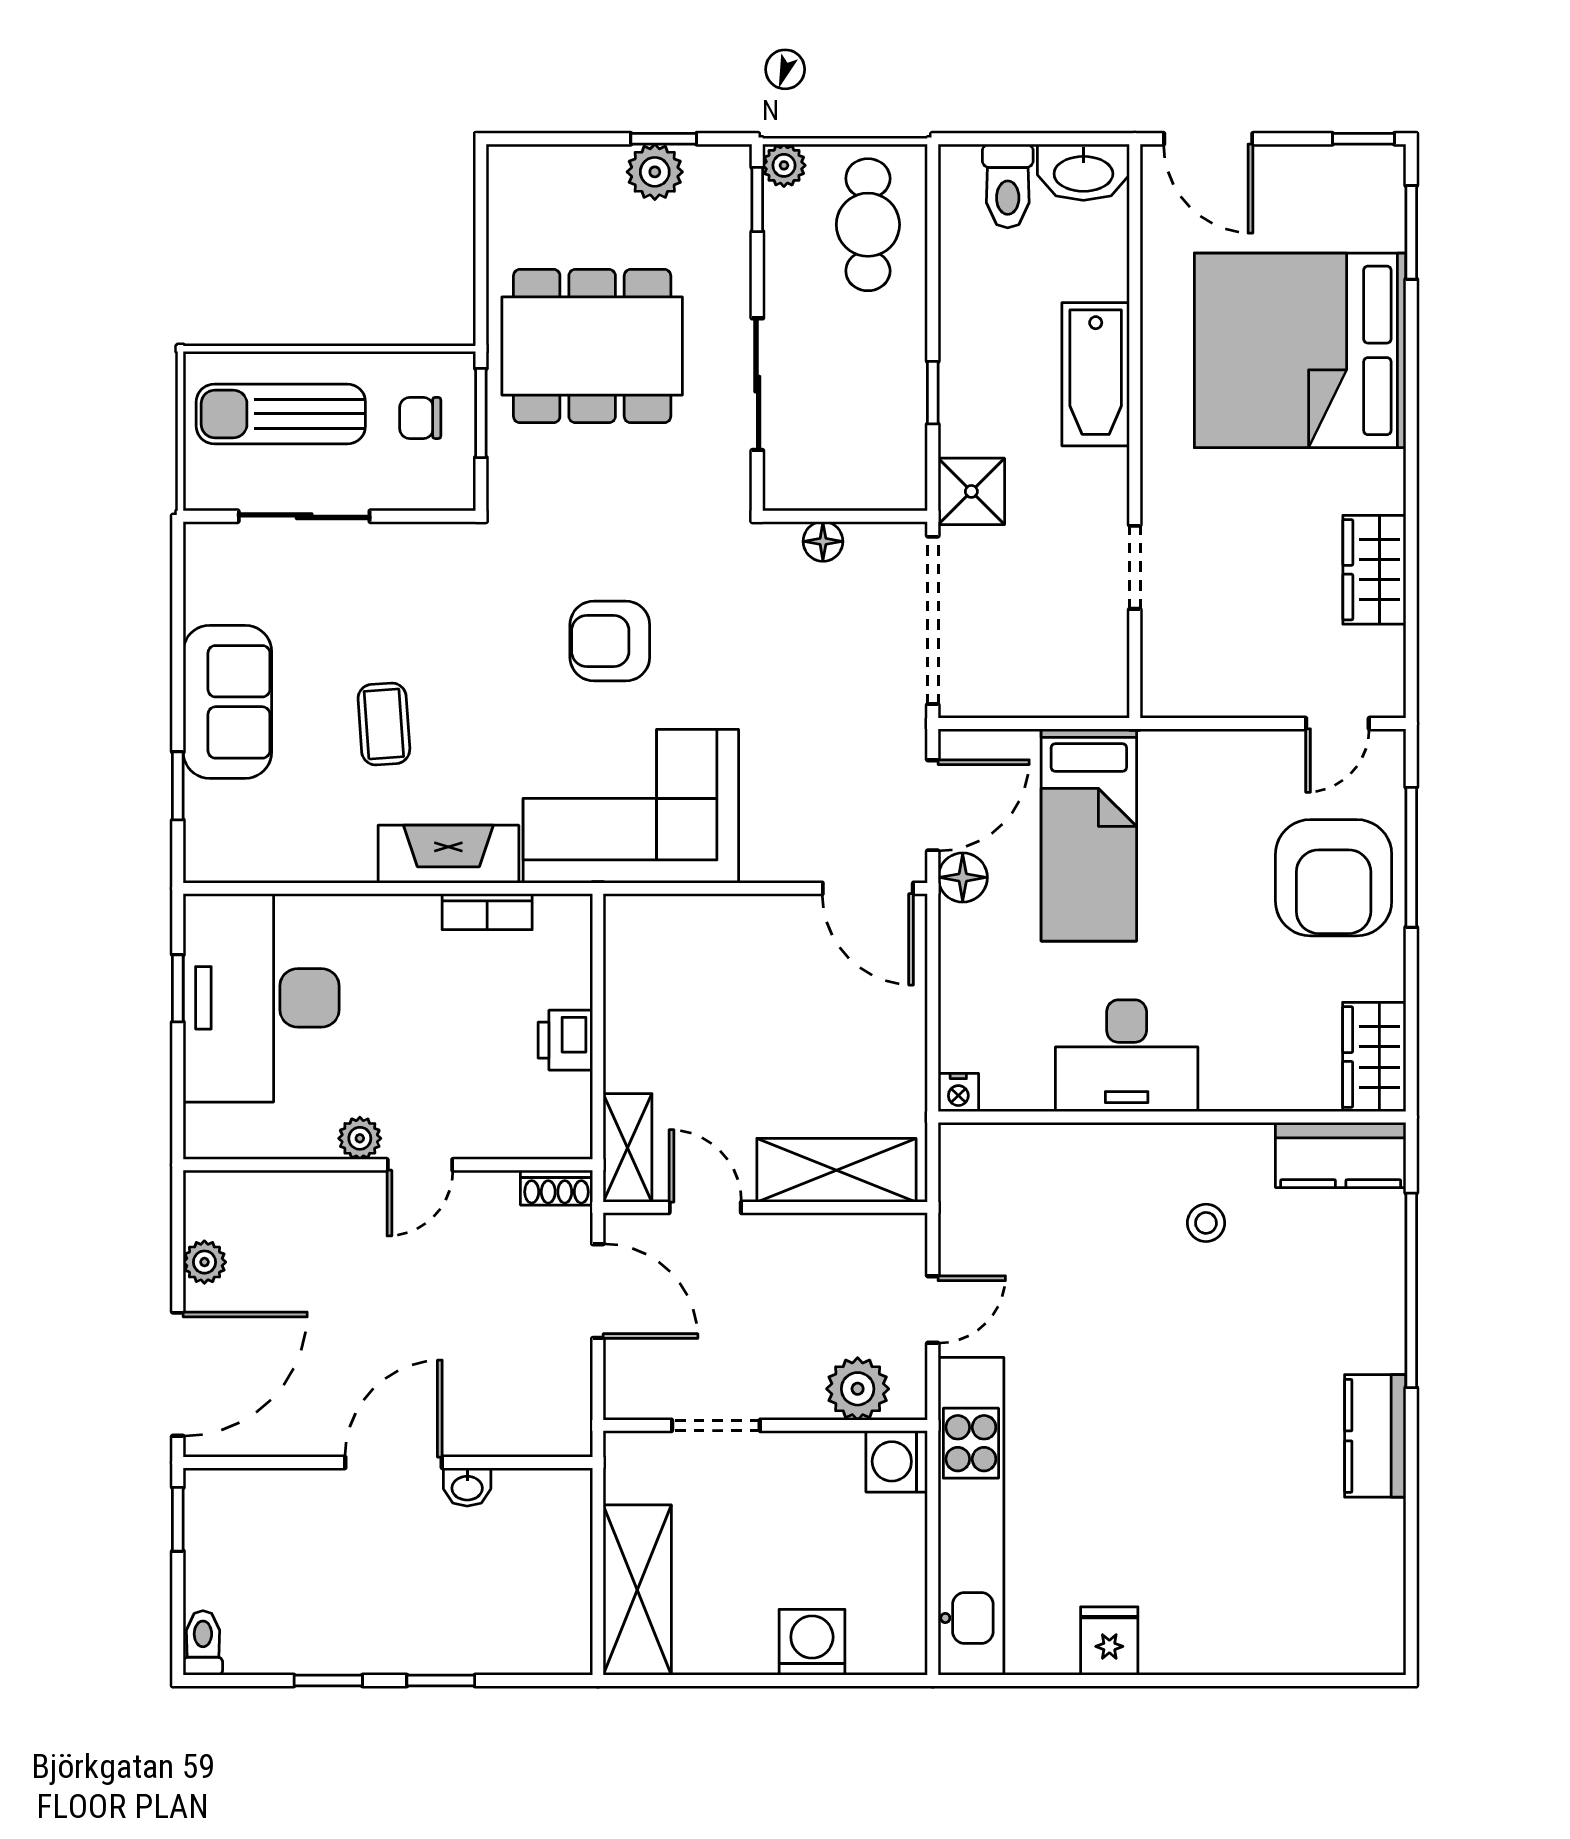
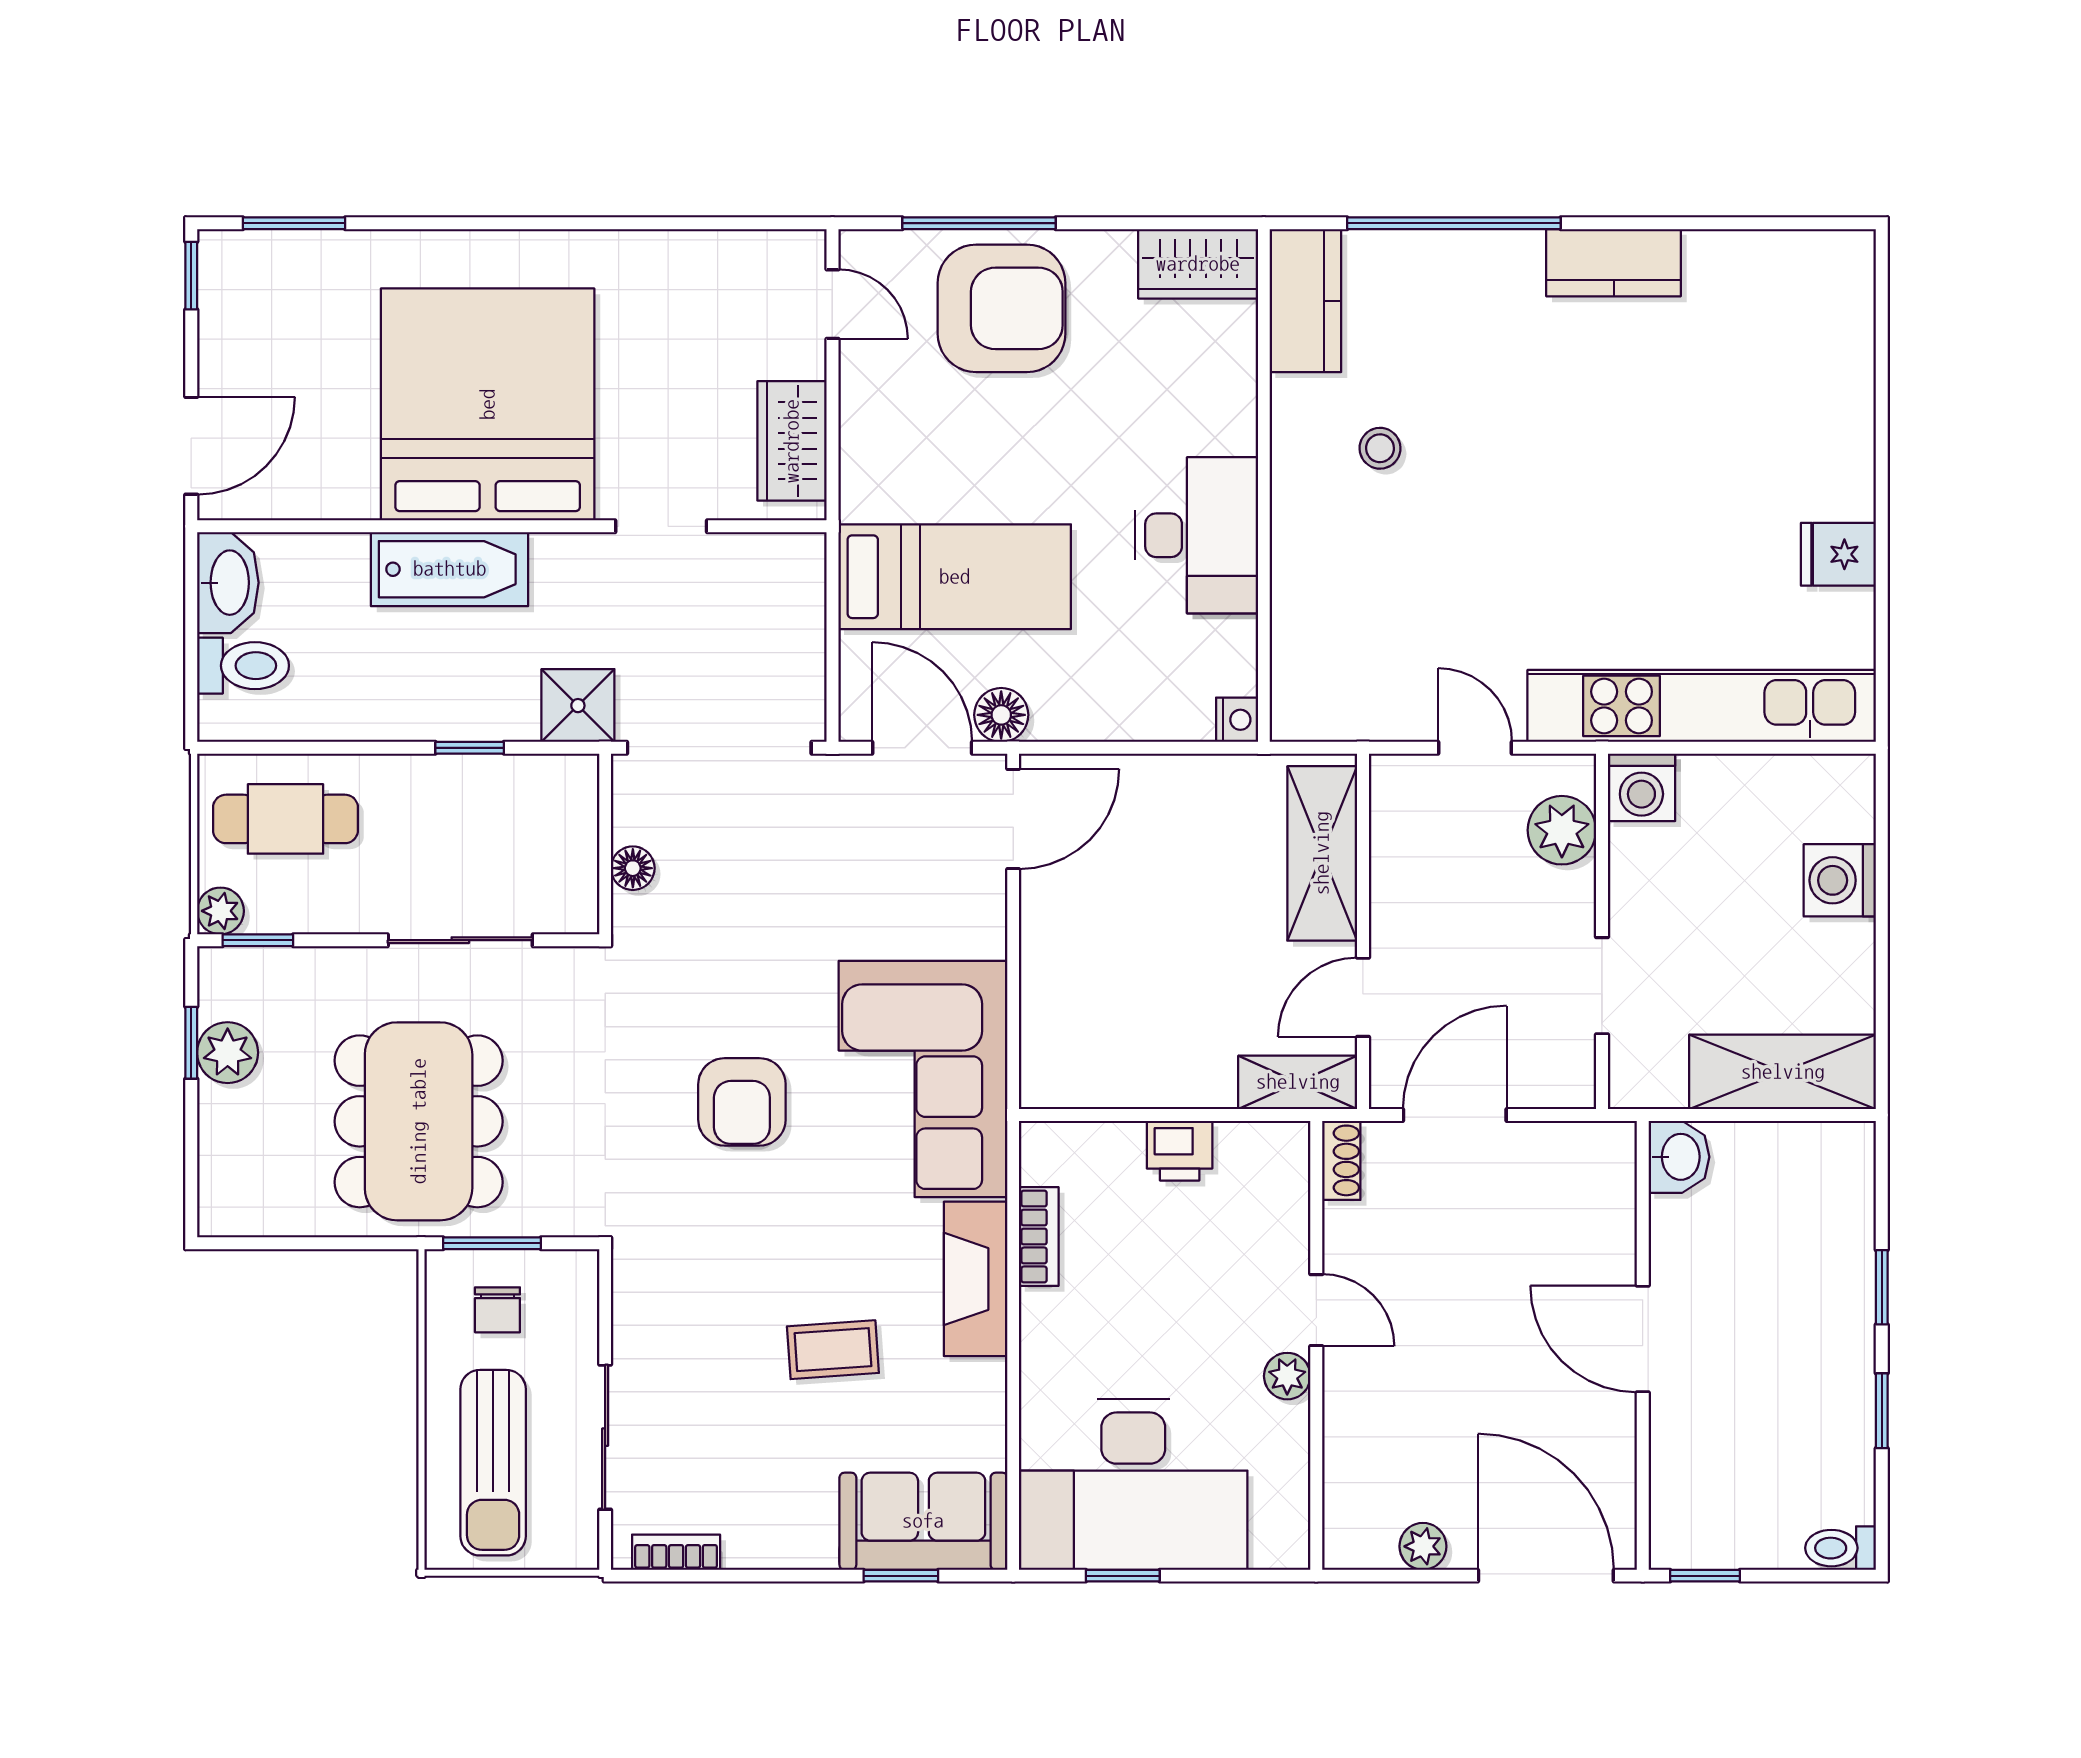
bed: (1300, 350) -> (488, 404), moved, turned 180
wardrobe: (1374, 570) -> (792, 441), moved, turned 90
bookcase: (199, 581) -> (676, 1552), added
sofa: (227, 702) -> (923, 1521), moved
washbasin: (467, 1487) -> (1679, 1157), moved, width x1.38, depth x1.45

